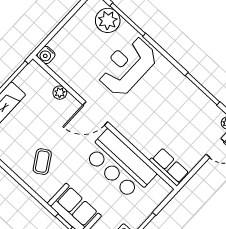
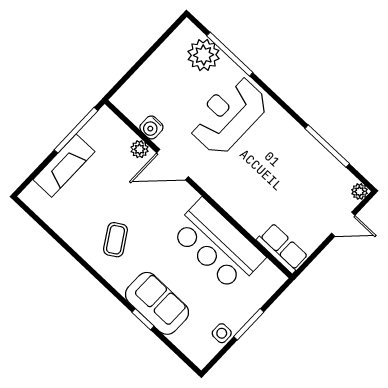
water cooler: (46, 55) -> (151, 127), moved
door: (95, 113) -> (173, 165), moved

